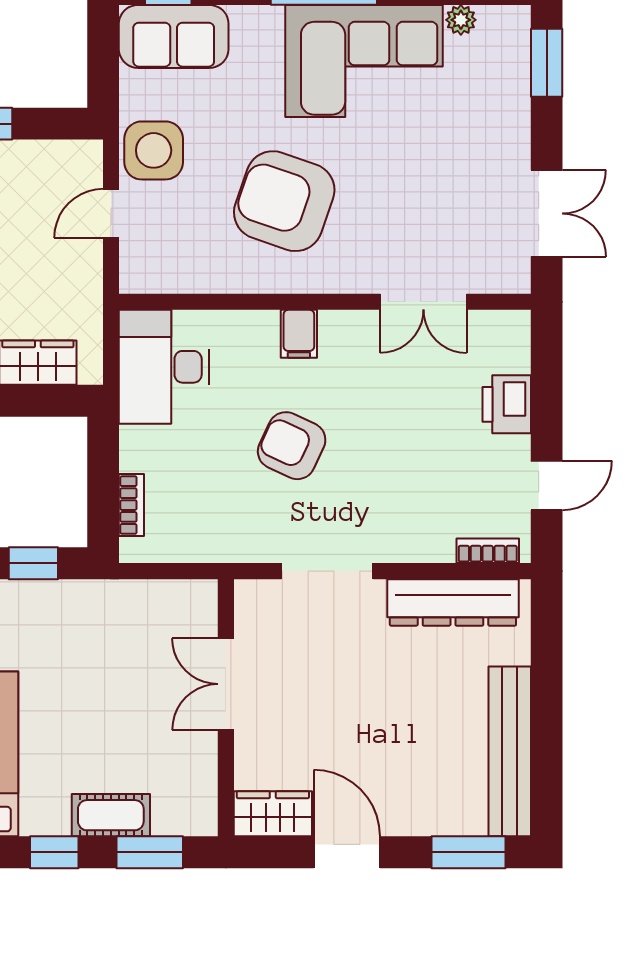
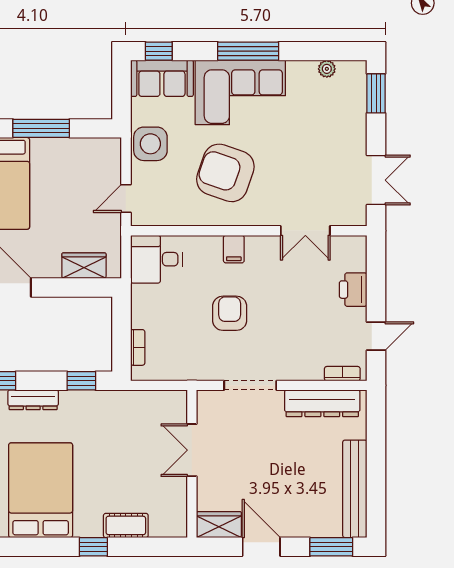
corner sofa: (364, 61) -> (240, 92), moved
door: (111, 213) -> (126, 198), moved
desk: (164, 367) -> (156, 259), width x0.73
armchair: (292, 446) -> (230, 313), turned 65
window: (150, 852) -> (148, 547), removed

